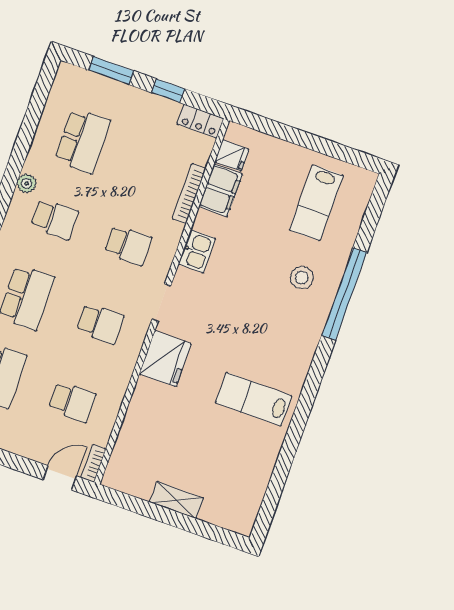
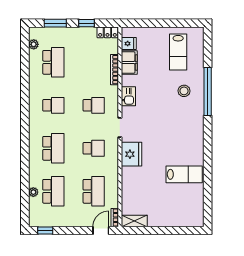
plant: (27, 184) -> (34, 44), moved
lab bench: (254, 399) -> (184, 174), moved, turned 180
school desk: (72, 402) -> (94, 191), width x1.85
shelving: (176, 500) -> (134, 221), moved

